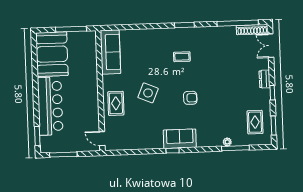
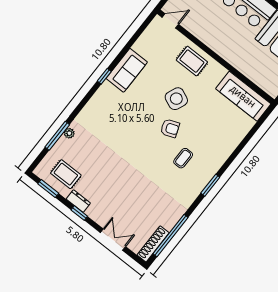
double door: (271, 46) -> (113, 240), moved
dresser: (265, 79) -> (78, 201), moved
armchair: (190, 98) -> (170, 128), moved, turned -111
sofa: (180, 139) -> (127, 70), moved

